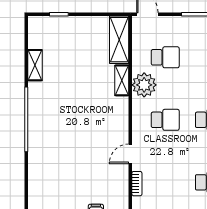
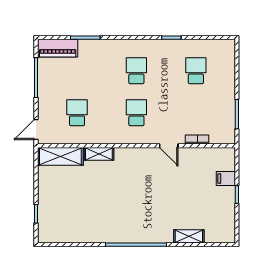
shelving: (35, 65) -> (189, 236), moved
plant: (144, 85) -> (103, 133), removed

